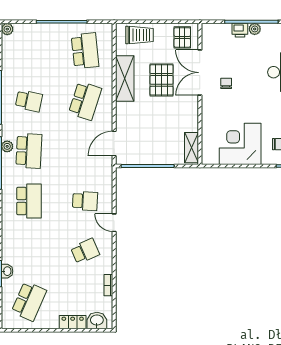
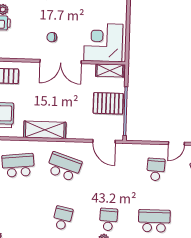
double door: (200, 73) -> (61, 61), moved
pallet: (162, 80) -> (108, 103), moved
corner desk: (240, 144) -> (103, 42), moved, turned 90
school desk: (29, 151) -> (108, 219), width x0.54

